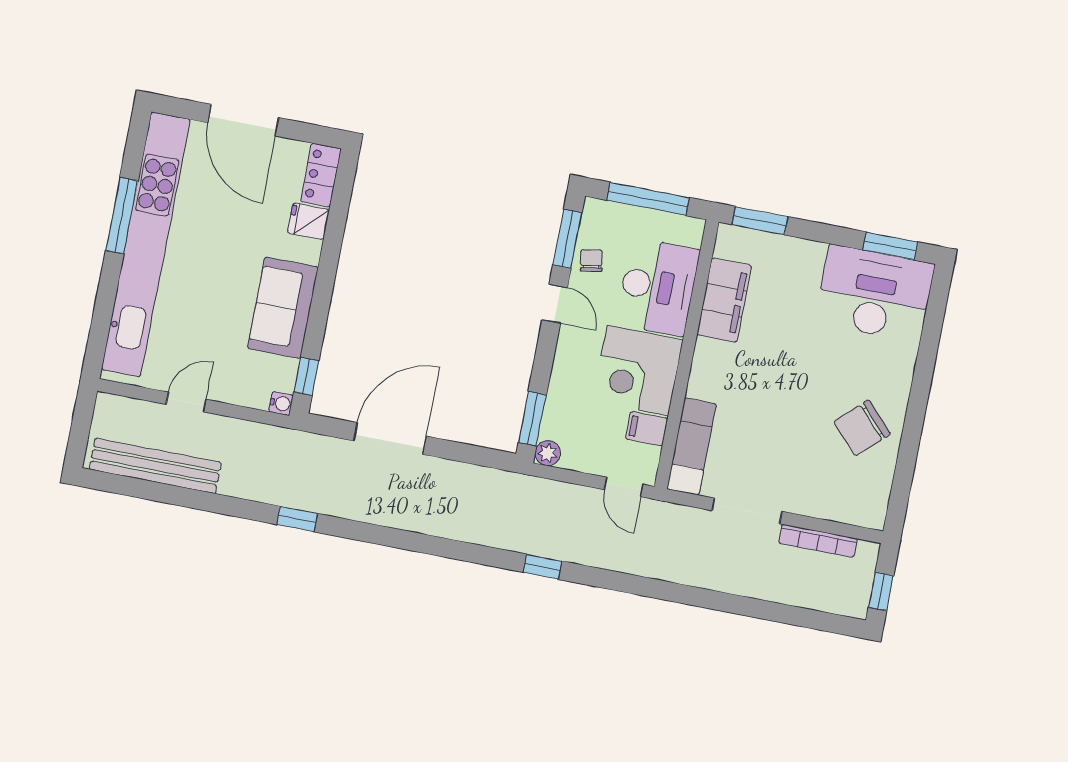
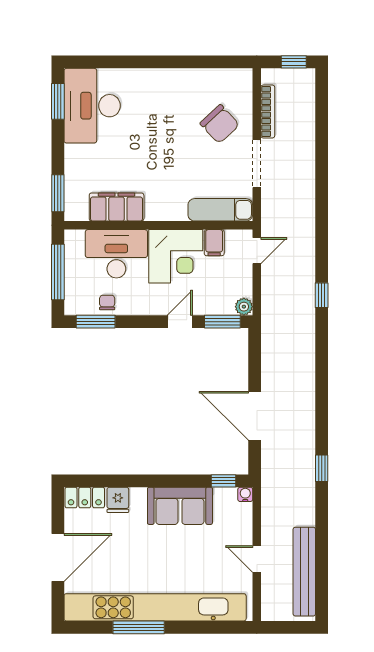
chair: (591, 260) -> (107, 302), turned 100
door: (555, 304) -> (180, 322), moved
chair: (862, 428) -> (220, 124), moved

